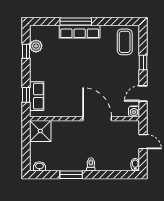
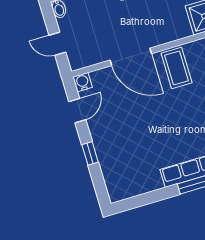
coffee table: (125, 42) -> (177, 68), moved

